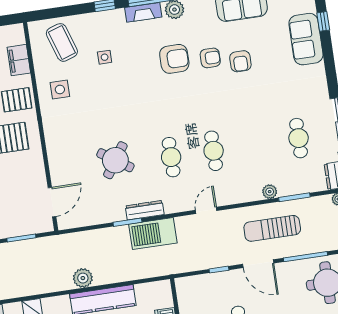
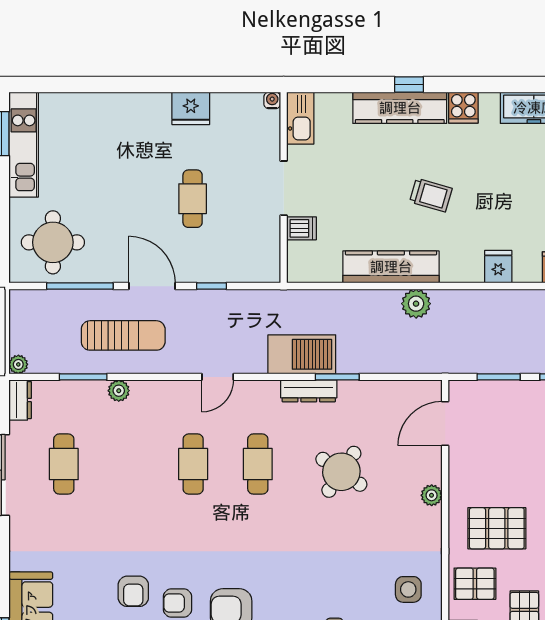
armchair: (240, 61) -> (133, 591), turned 180
plant: (54, 154) -> (432, 495), added

